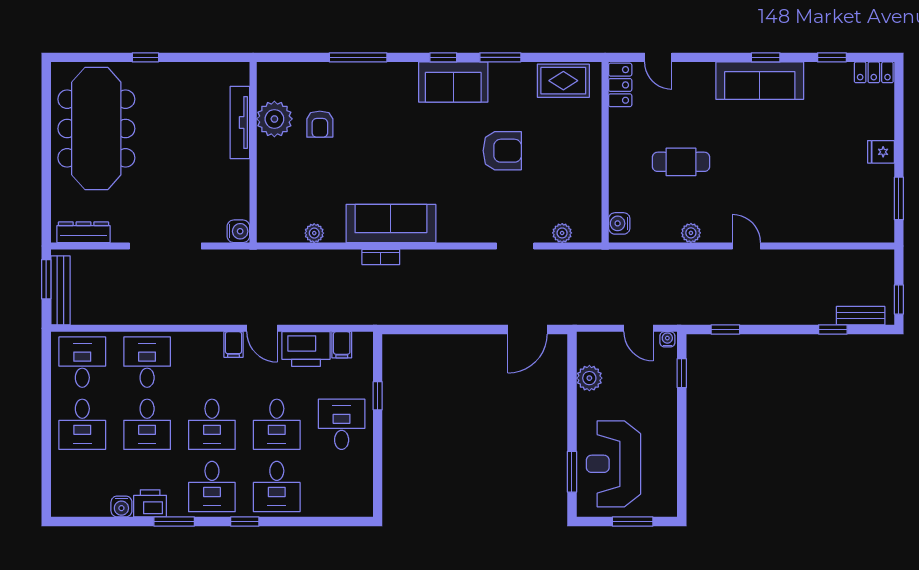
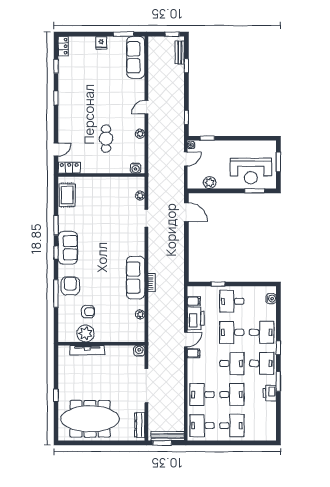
sofa: (760, 81) -> (136, 57), moved, turned 180
armchair: (502, 151) -> (70, 286), moved
desk: (277, 424) -> (232, 332), turned 180
water cooler: (121, 506) -> (271, 299), moved

